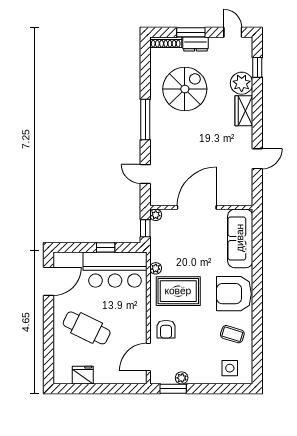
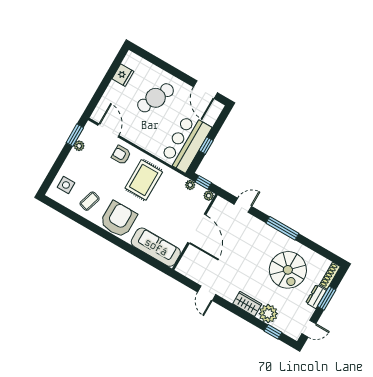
plant: (156, 268) -> (190, 185), moved

